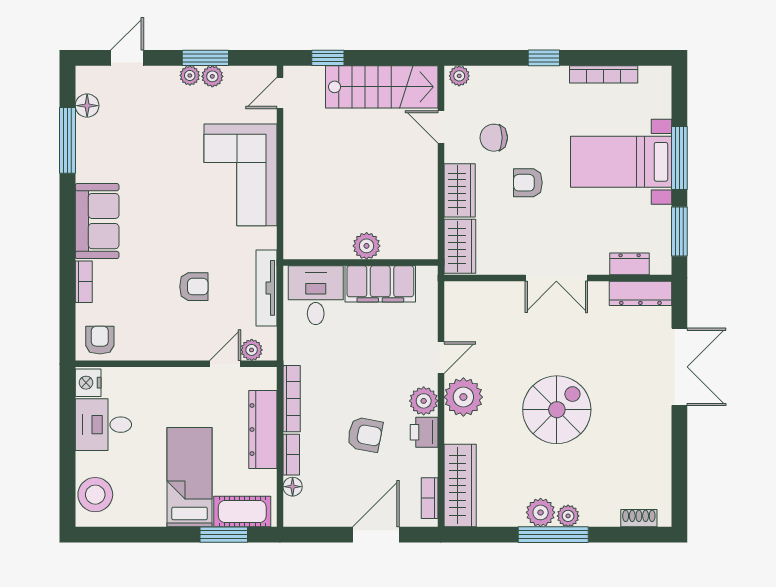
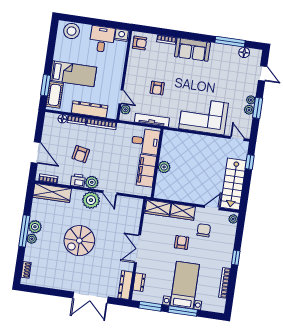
spiral stairs: (557, 410) -> (79, 241), turned 90

